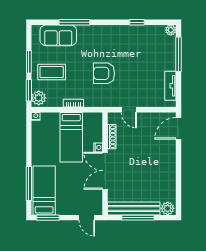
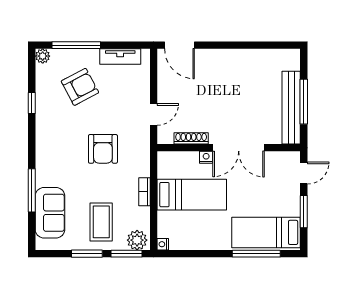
armchair: (149, 57) -> (80, 87), added
plant: (168, 208) -> (291, 61), removed
window: (48, 218) -> (304, 212), moved

